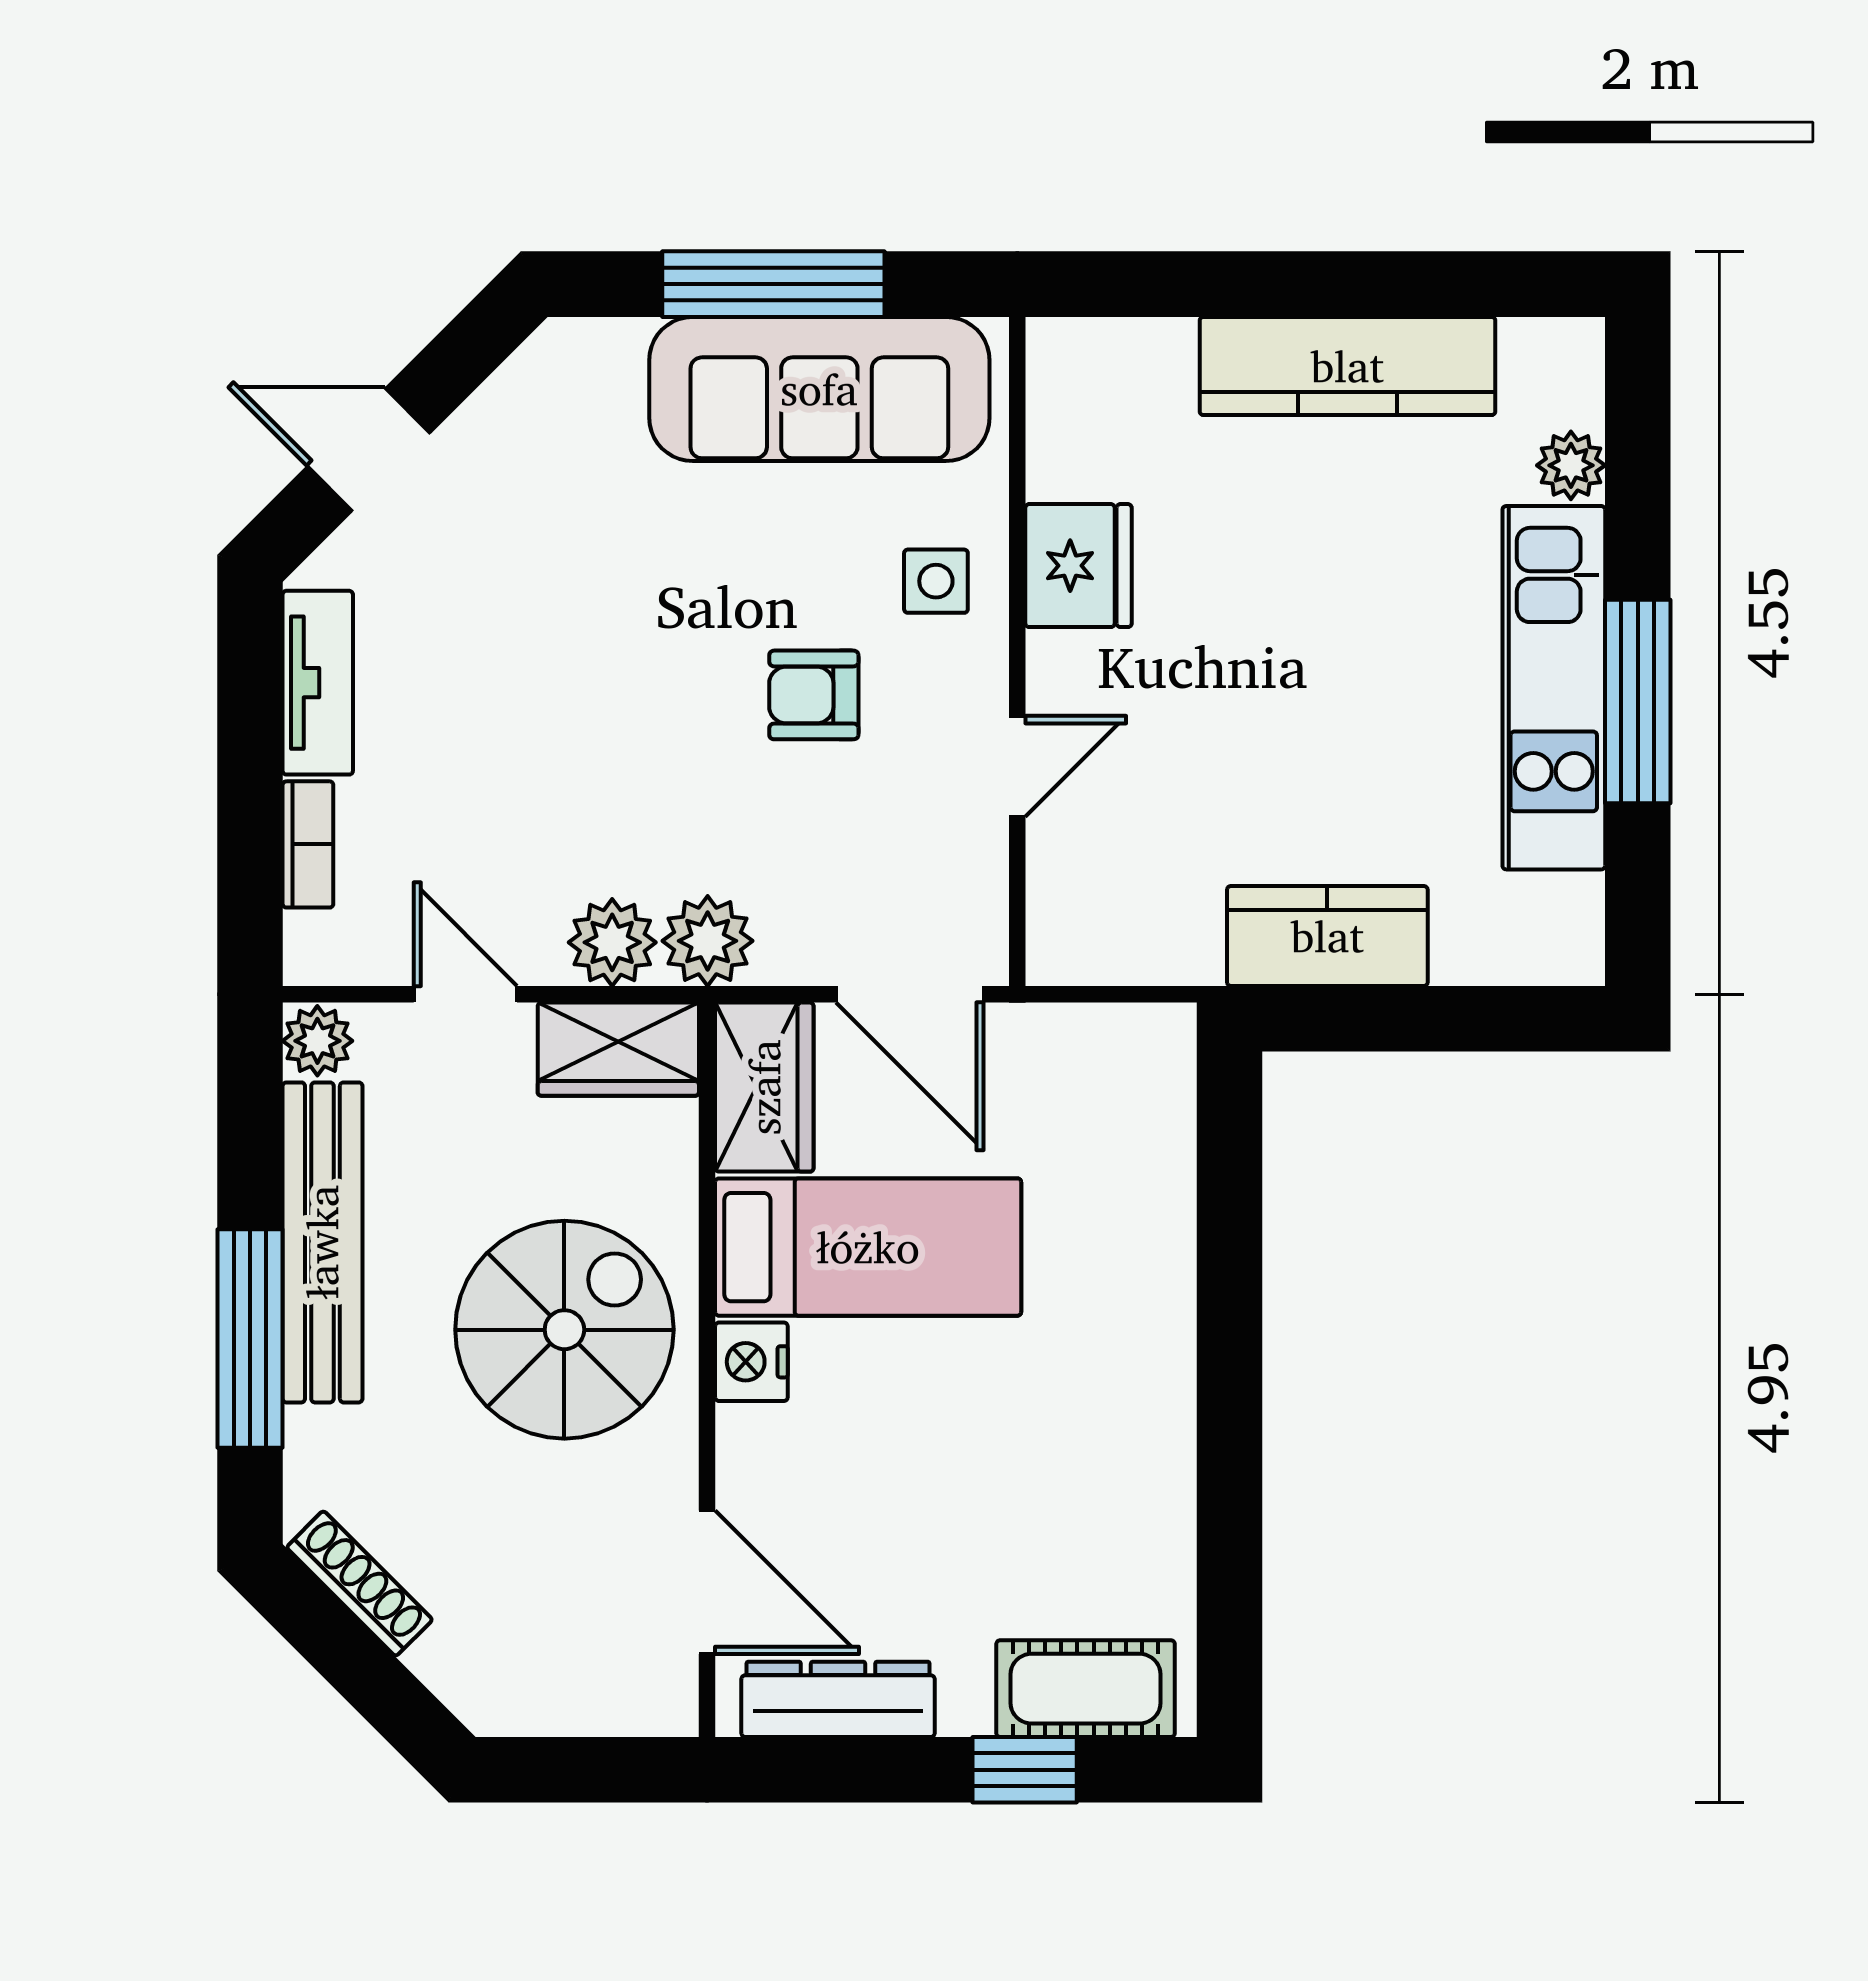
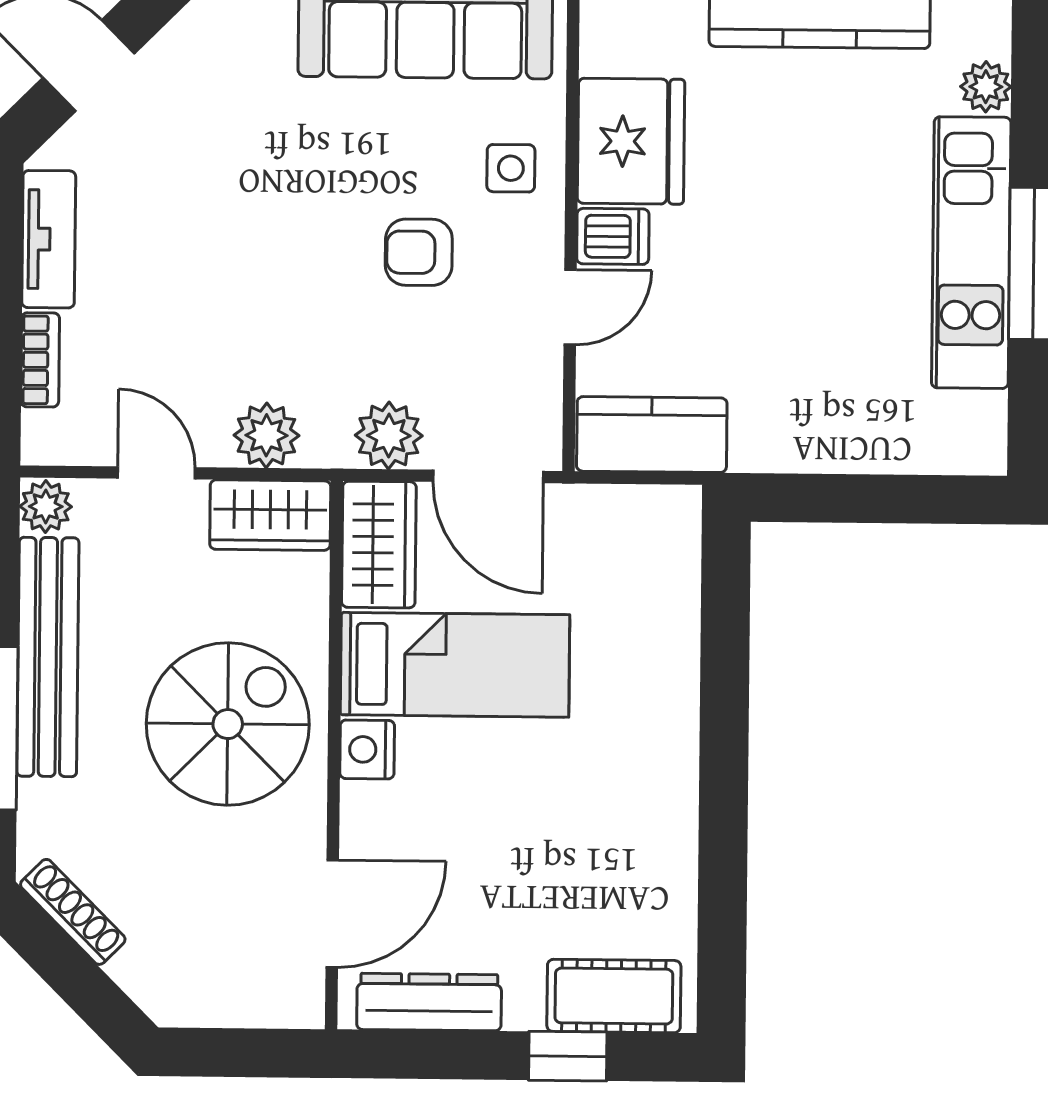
fridge: (1079, 566) -> (631, 141), width x1.36, depth x1.34
dishwasher: (1073, 671) -> (613, 236), added
kitchen counter: (1327, 936) -> (652, 435), moved
plant: (708, 941) -> (389, 436), moved
door: (707, 1582) -> (332, 914), hinge flipped

